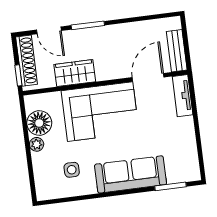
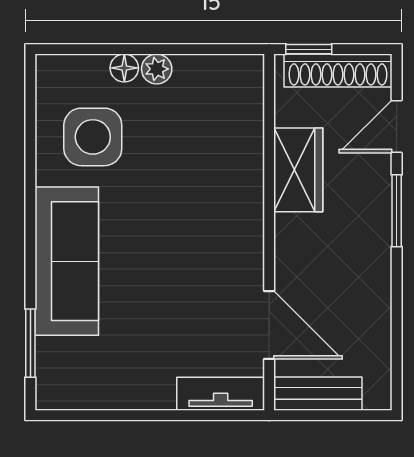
corner sofa: (100, 112) -> (209, 214), removed
floor lamp: (39, 123) -> (124, 68), moved, width x0.53, depth x0.53
side table: (72, 170) -> (93, 137), width x1.87, depth x1.87

